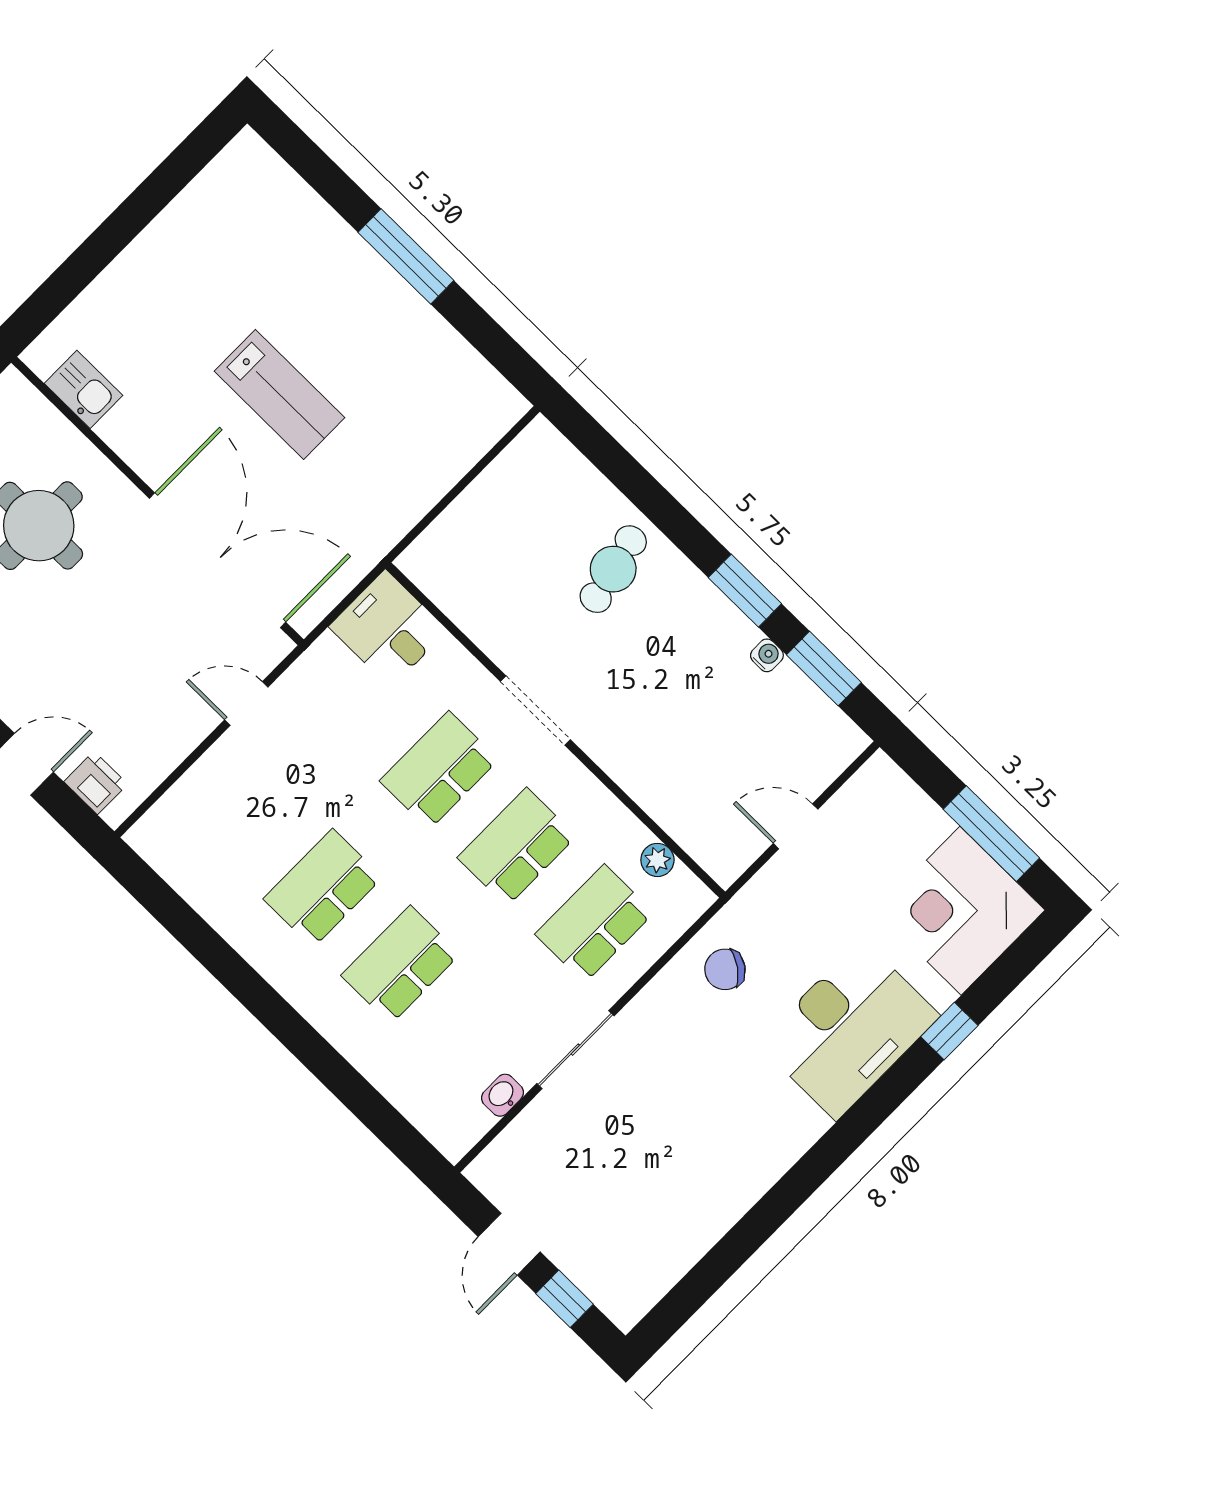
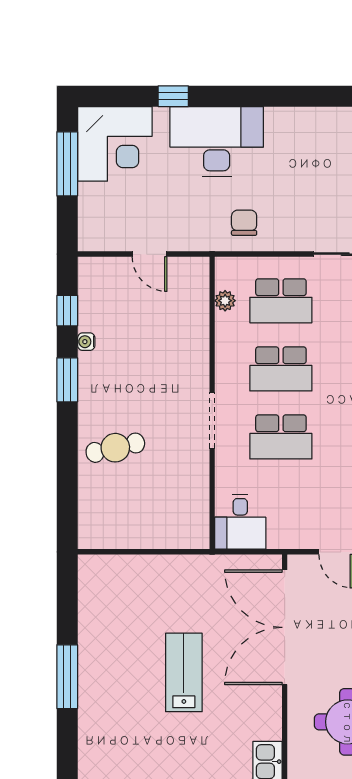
window: (824, 669) -> (67, 311), width x0.67
chair: (725, 969) -> (244, 223), turned -126

